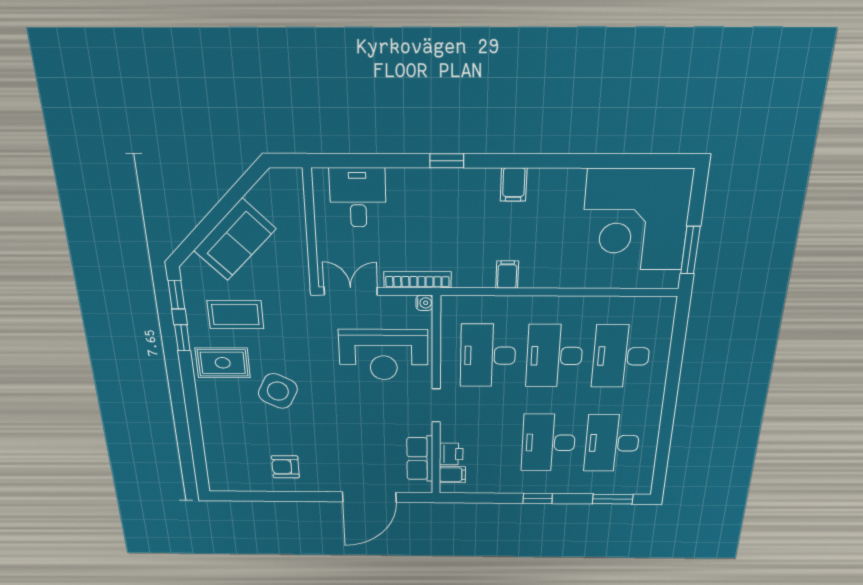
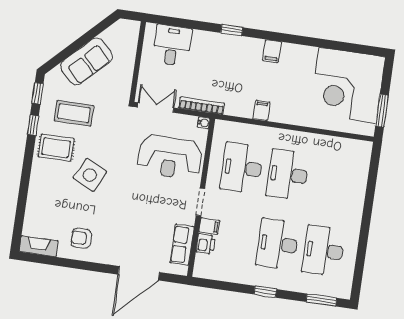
desk: (621, 356) -> (334, 181), removed
filing cabinet: (452, 475) -> (209, 226), moved
fireplace: (233, 482) -> (39, 246), added

